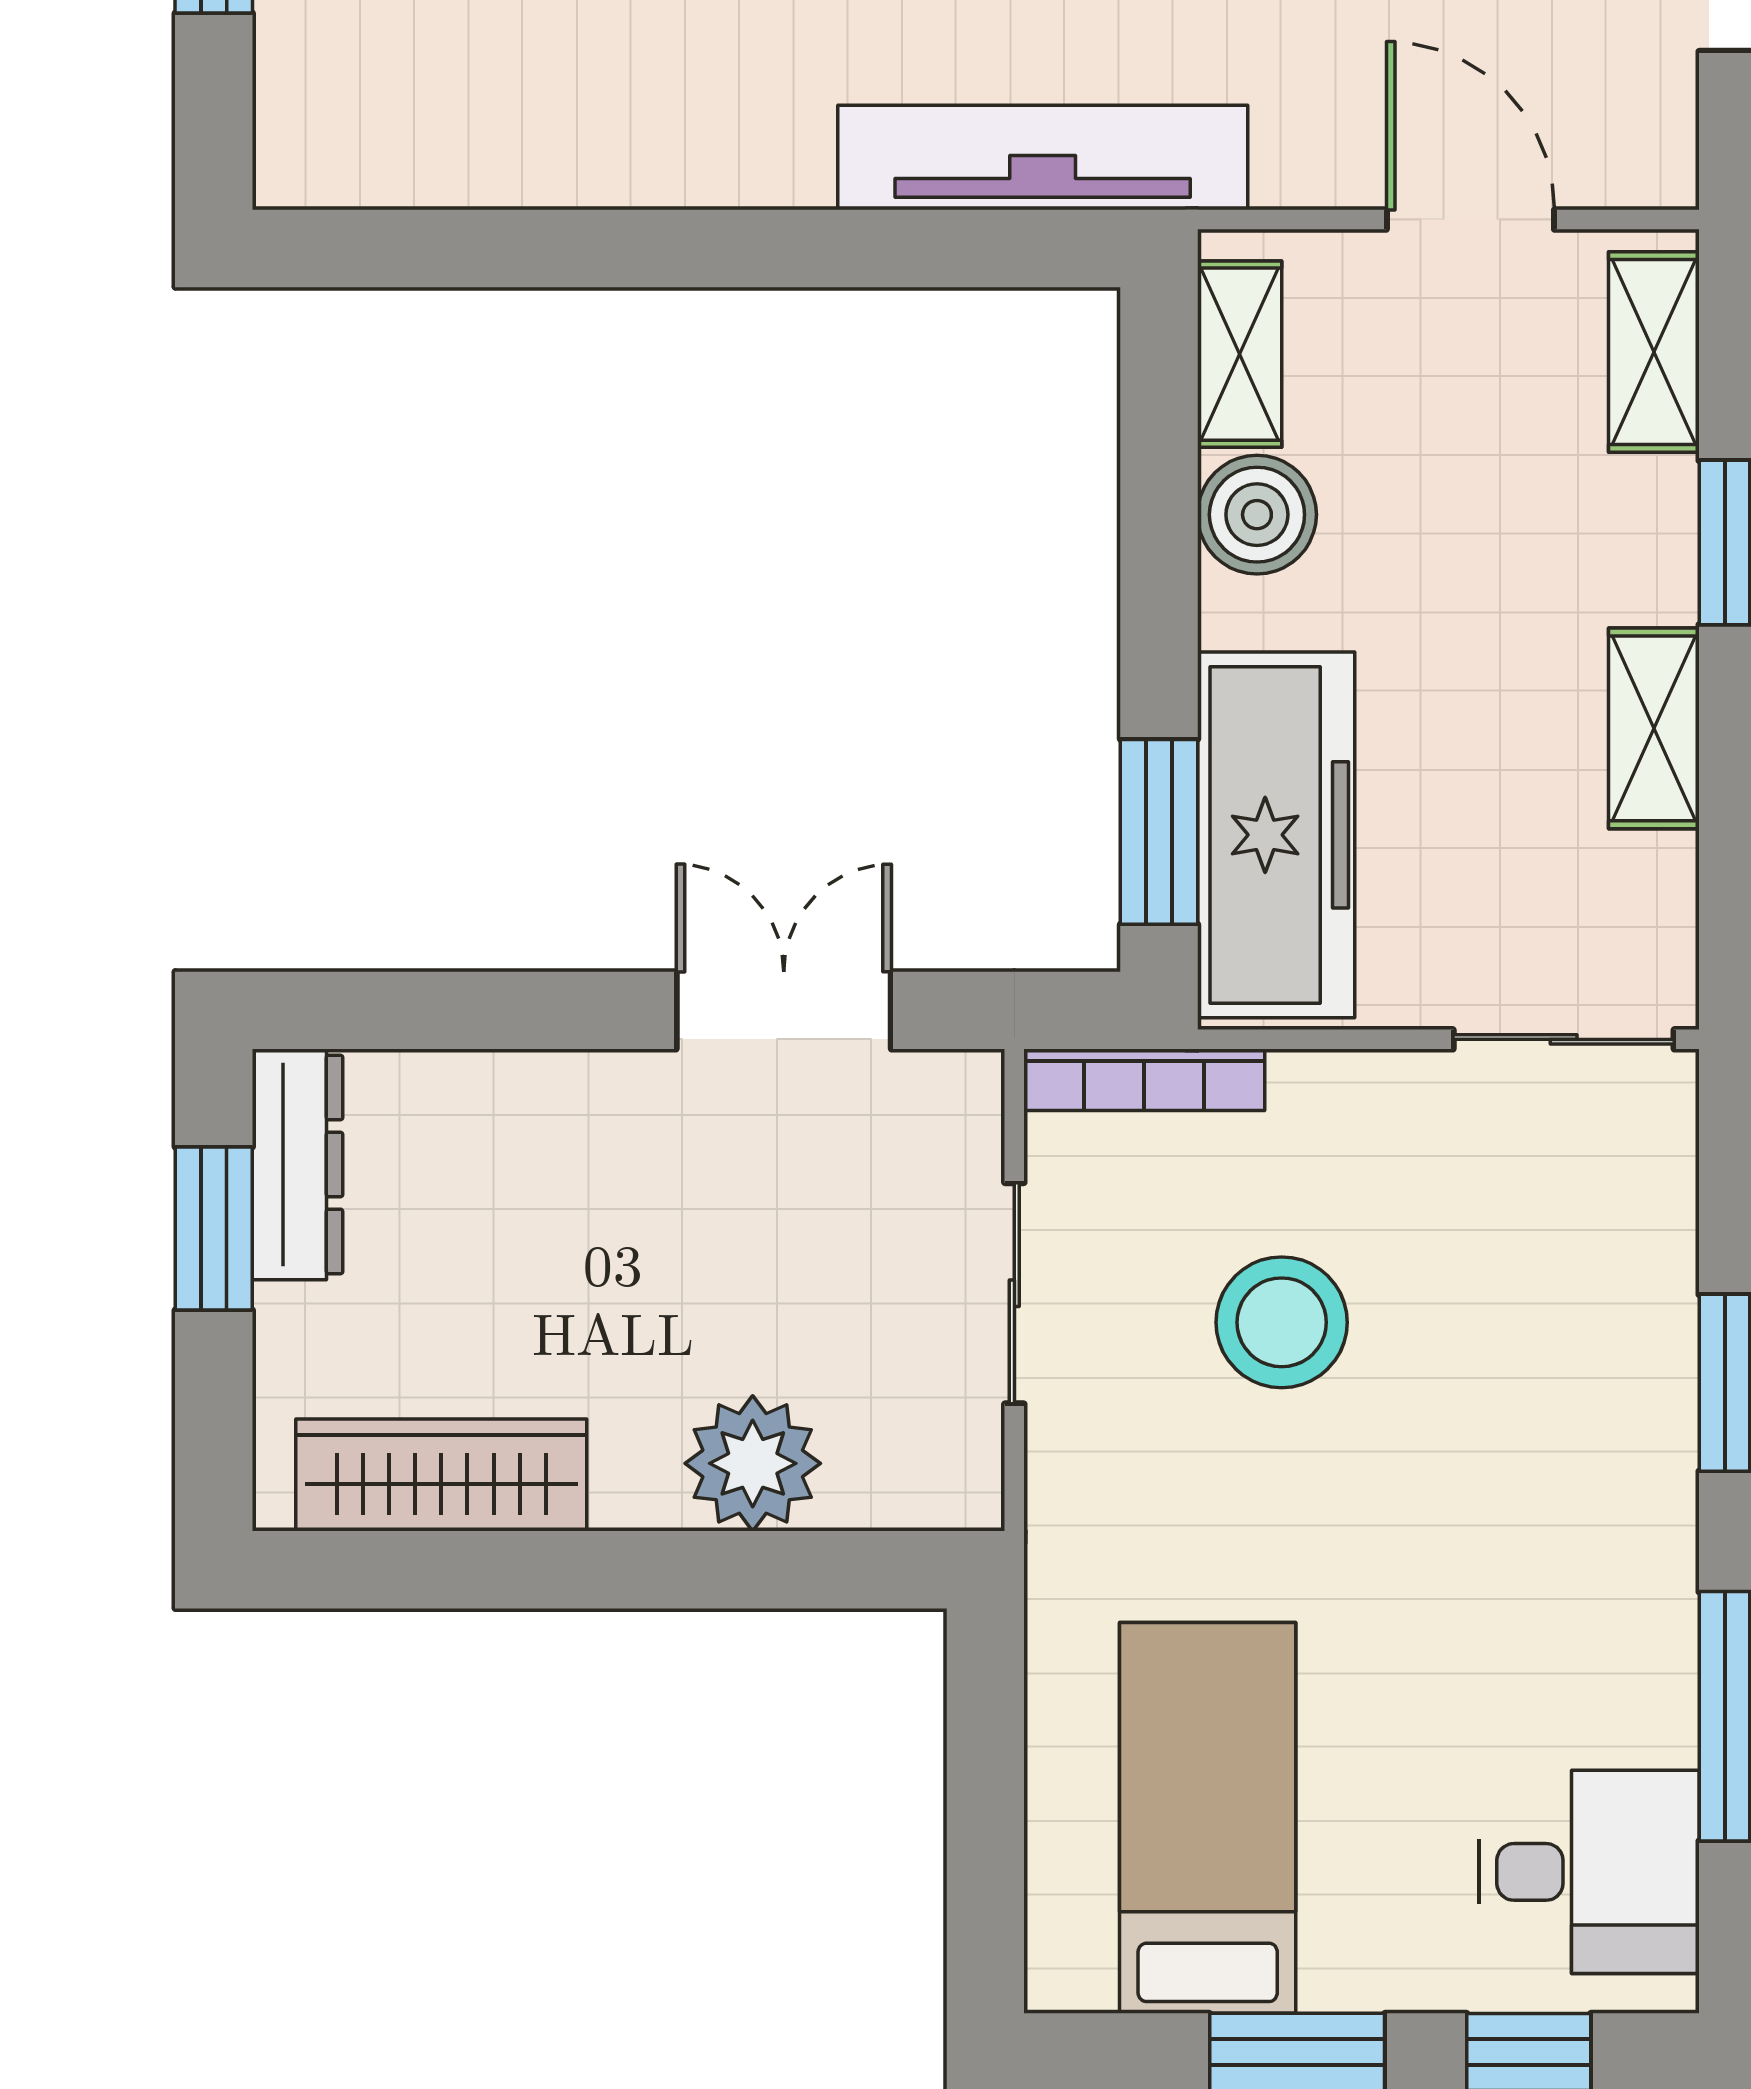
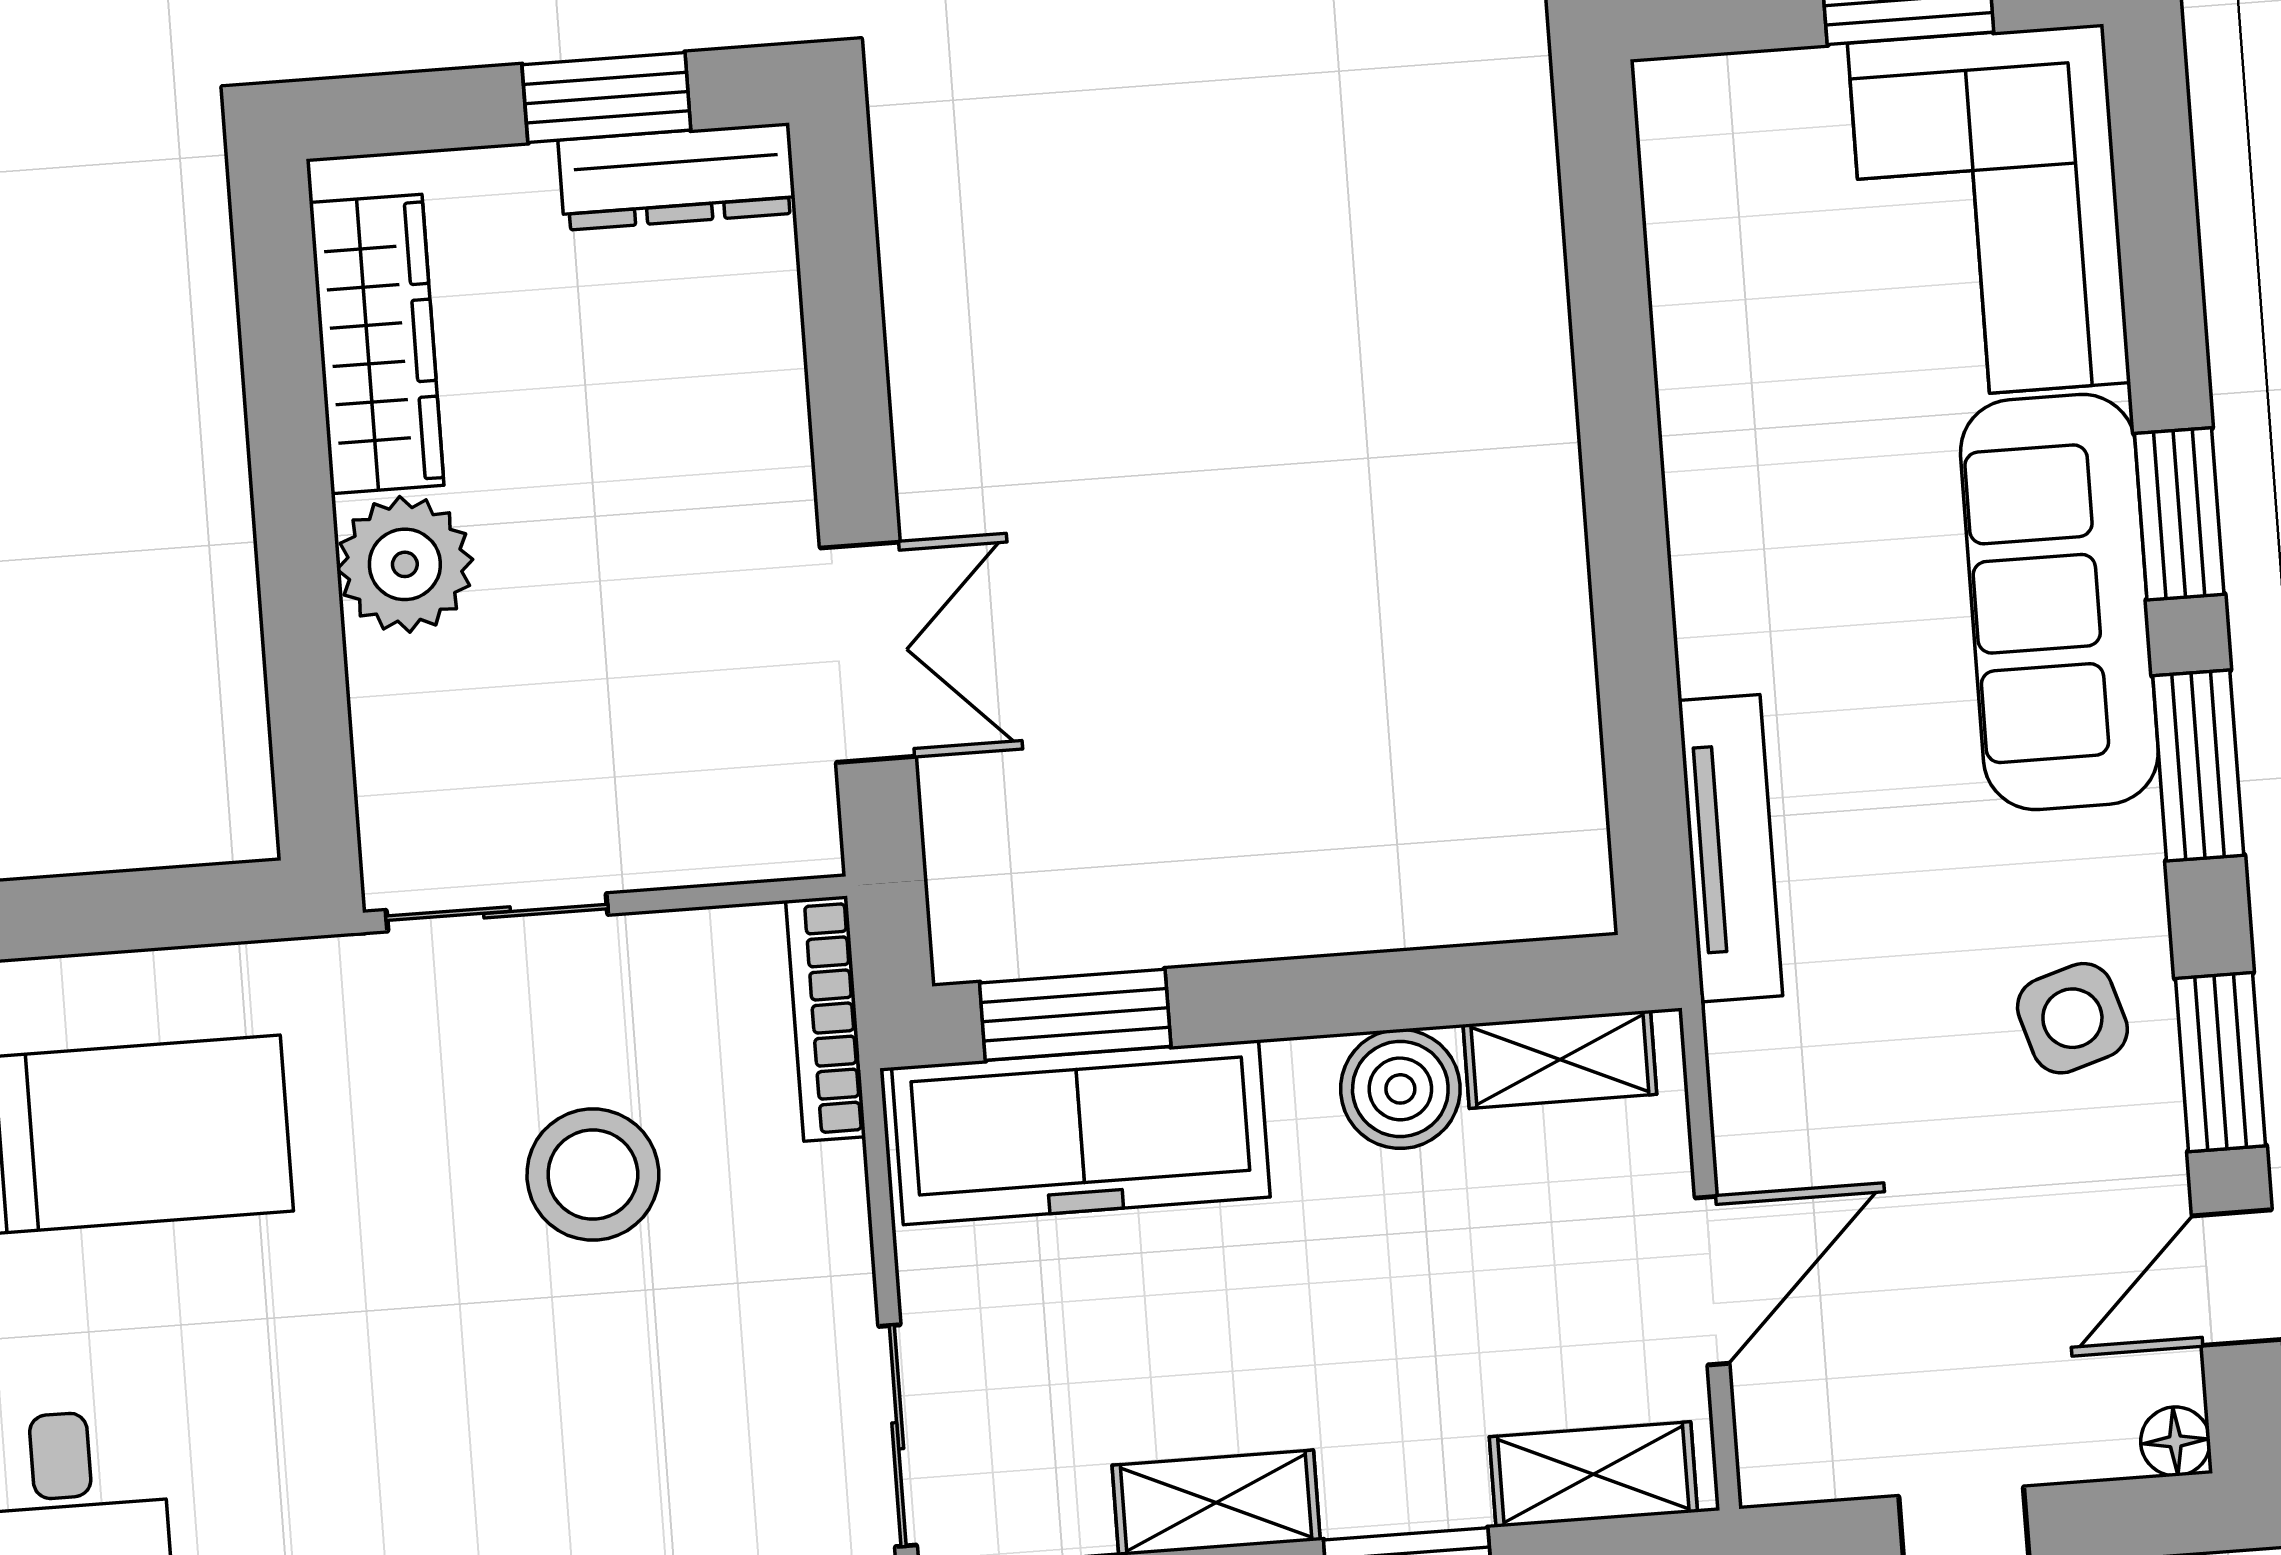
tv unit: (1043, 157) -> (1730, 848), width x0.73, depth x0.78
sliding door: (1014, 1293) -> (497, 912), moved
plant: (753, 1463) -> (405, 564), moved

